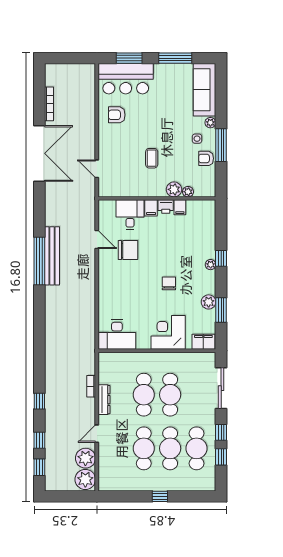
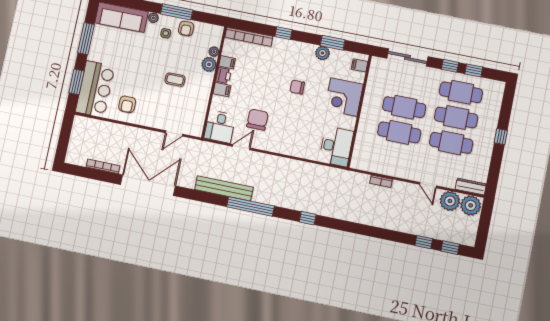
desk: (130, 215) -> (220, 127), moved, turned -90
bookcase: (210, 224) -> (249, 37), added
bench: (52, 256) -> (224, 188), moved
plant: (211, 265) -> (287, 44), removed
filing cabinet: (203, 342) -> (360, 65), width x0.50
dresser: (104, 400) -> (471, 187), moved
window: (39, 401) -> (308, 218), moved

